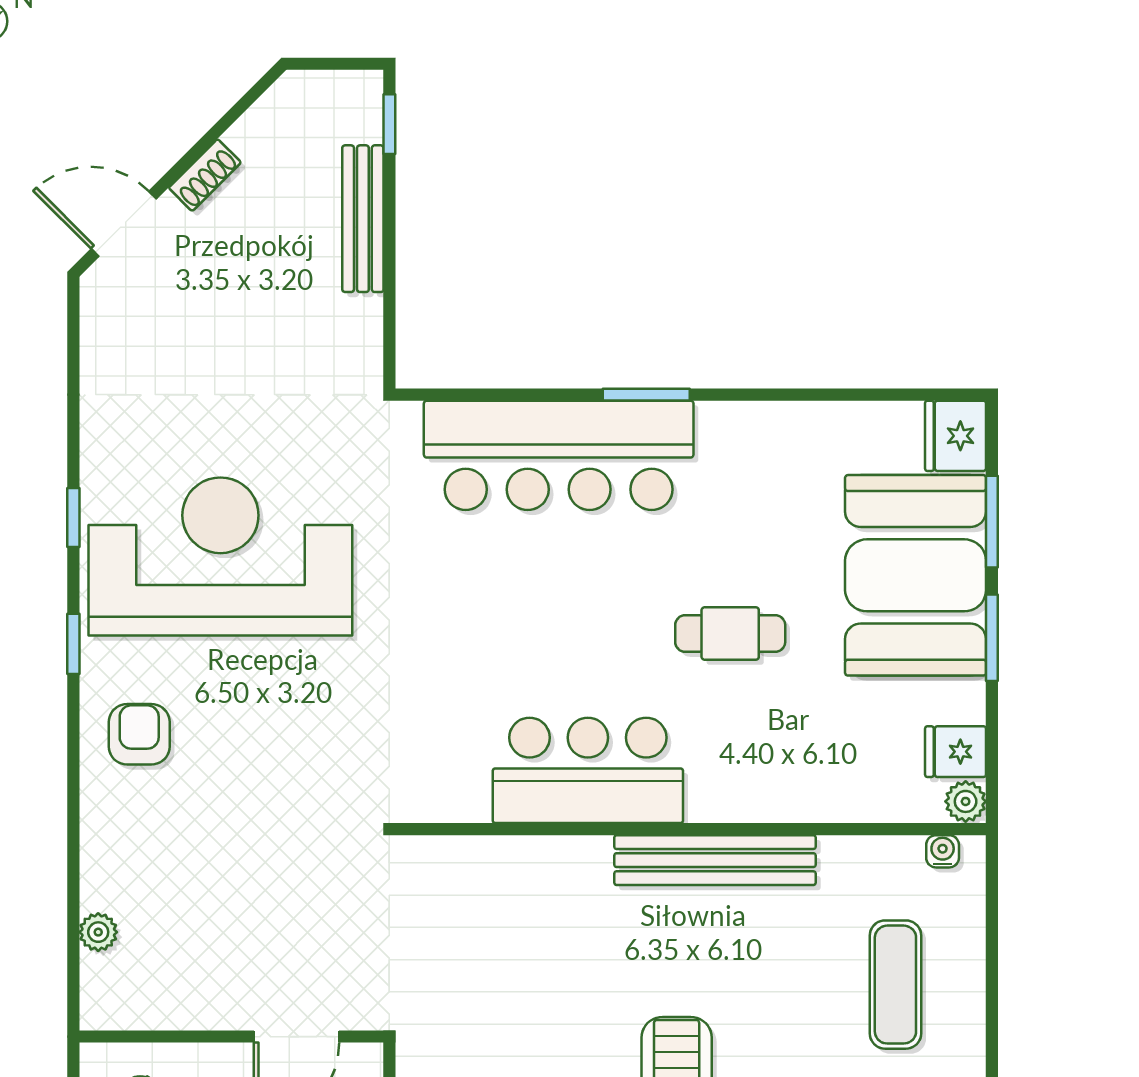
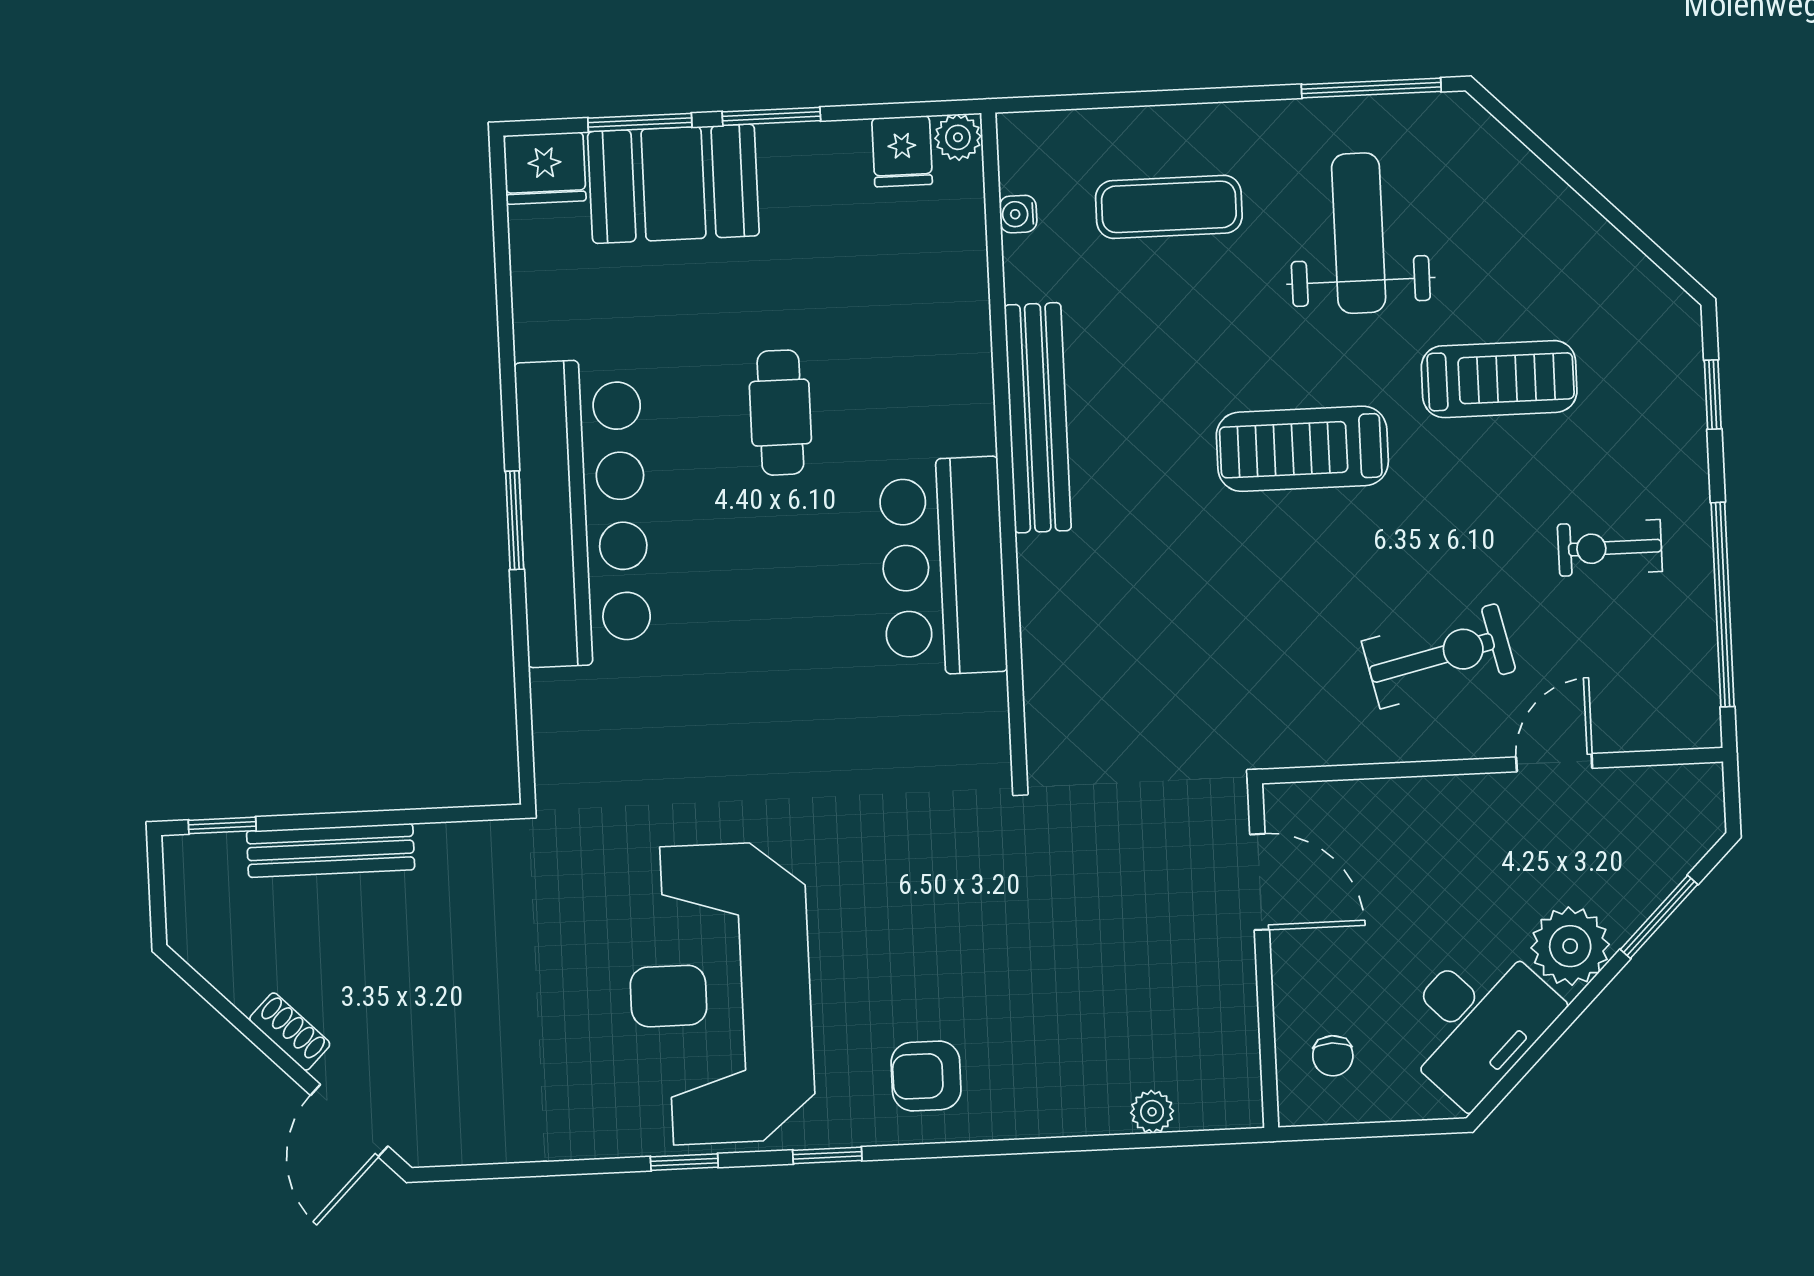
bar counter: (559, 455) -> (583, 513), moved
booth: (916, 575) -> (673, 184), width x0.73, depth x0.70
water cooler: (943, 851) -> (1018, 214), moved

